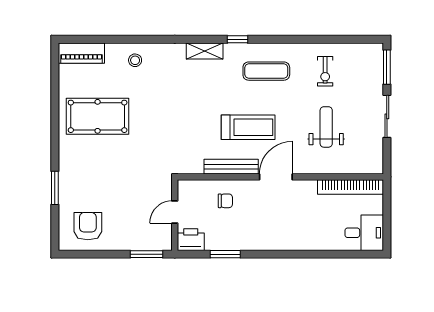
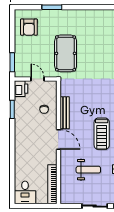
pool table: (98, 116) -> (66, 53), moved
treadmill: (248, 127) -> (102, 134), moved
armchair: (88, 226) -> (29, 27), turned 90

